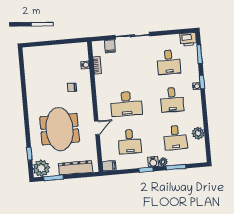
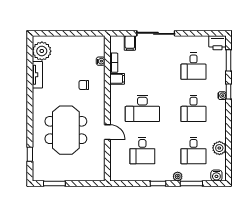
tv unit: (30, 82) -> (37, 75), added
door: (97, 128) -> (107, 132), hinge flipped
water cooler: (153, 162) -> (216, 175), moved
filing cabinet: (109, 166) -> (117, 79), moved
plant: (41, 168) -> (42, 51), moved
dresser: (76, 168) -> (80, 174), removed

